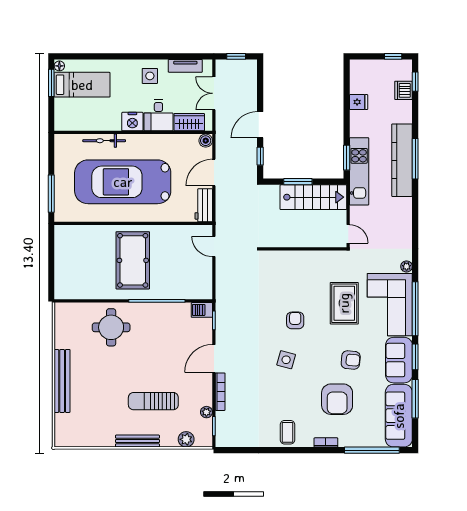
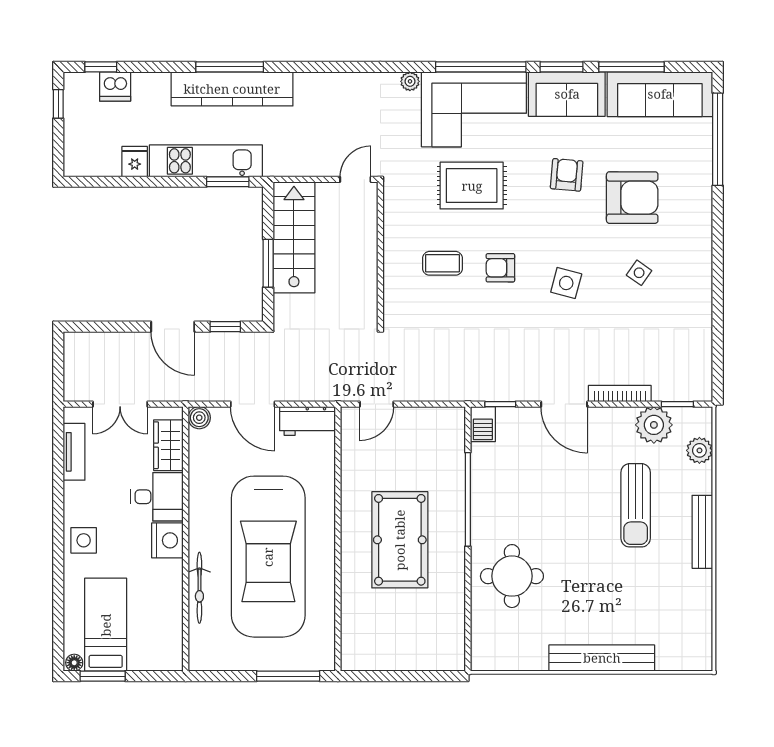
window: (236, 56) -> (58, 366), removed
side table: (150, 76) -> (84, 540), moved
kitchen unit: (359, 171) -> (206, 161), moved
pool table: (133, 260) -> (400, 540), turned 90
side table: (292, 403) -> (639, 273), added
plant: (206, 412) -> (654, 425), width x1.87, depth x1.87
coffee table: (287, 432) -> (442, 263), moved
bookcase: (326, 442) -> (705, 216), removed

